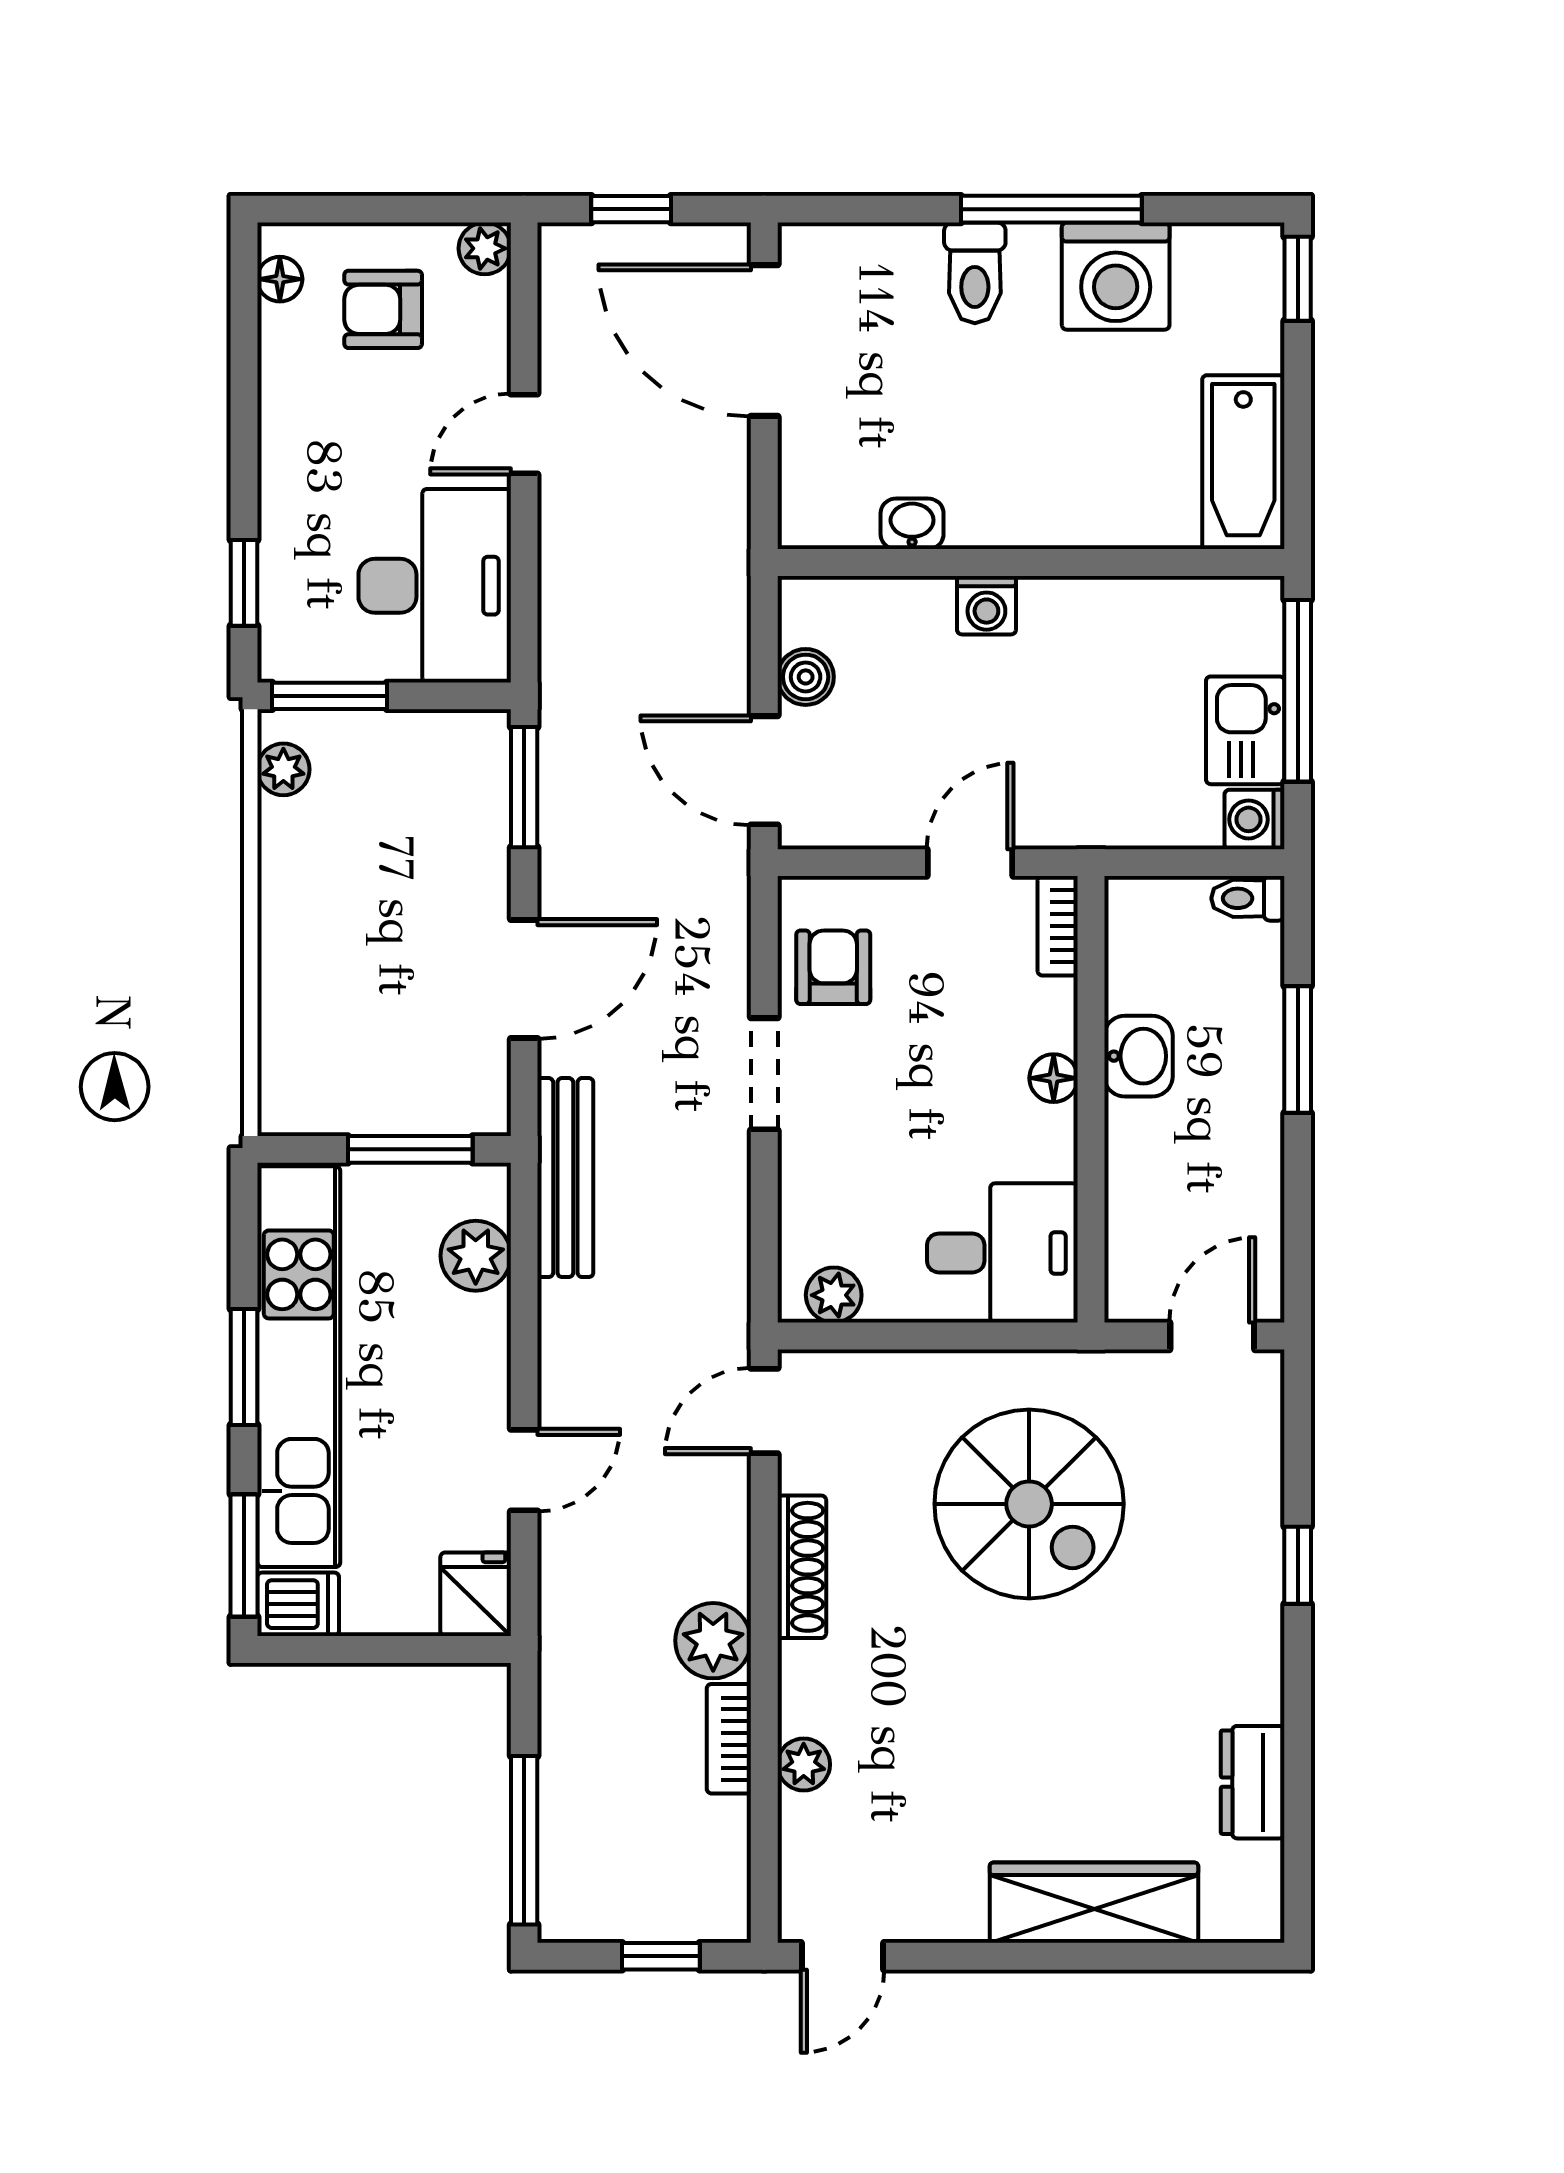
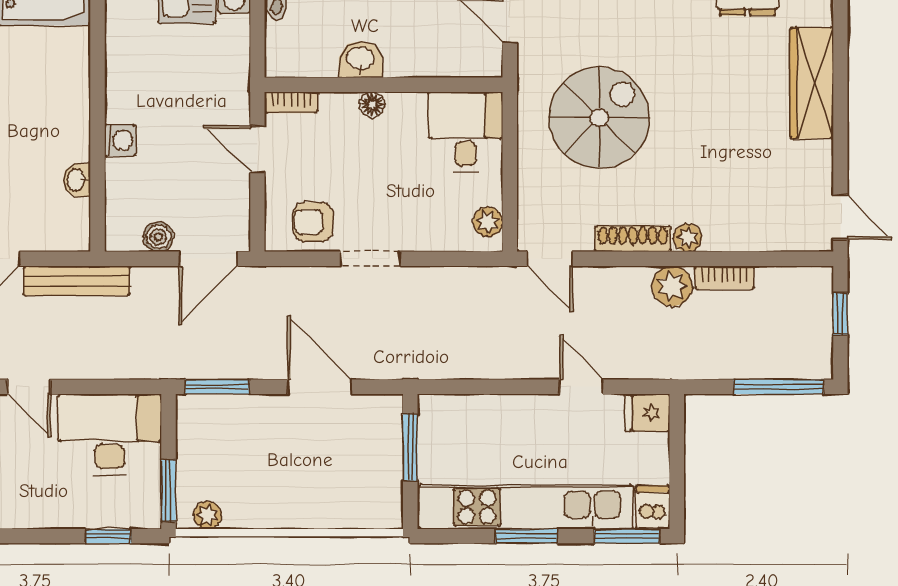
bench: (565, 1178) -> (77, 281), moved
plant: (476, 1256) -> (467, 413), removed
plant: (804, 1764) -> (688, 238), moved

